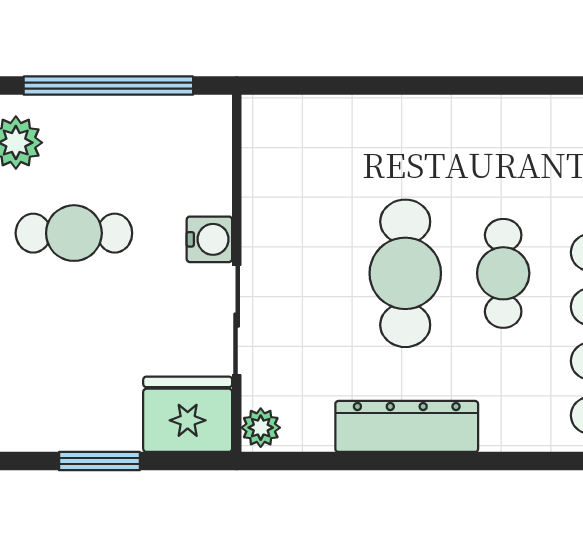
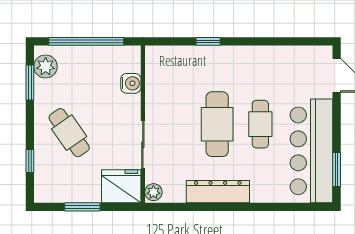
window: (385, 86) -> (208, 41), added
cafe table: (74, 233) -> (69, 133), moved, turned 55
water cooler: (209, 239) -> (131, 83), moved

